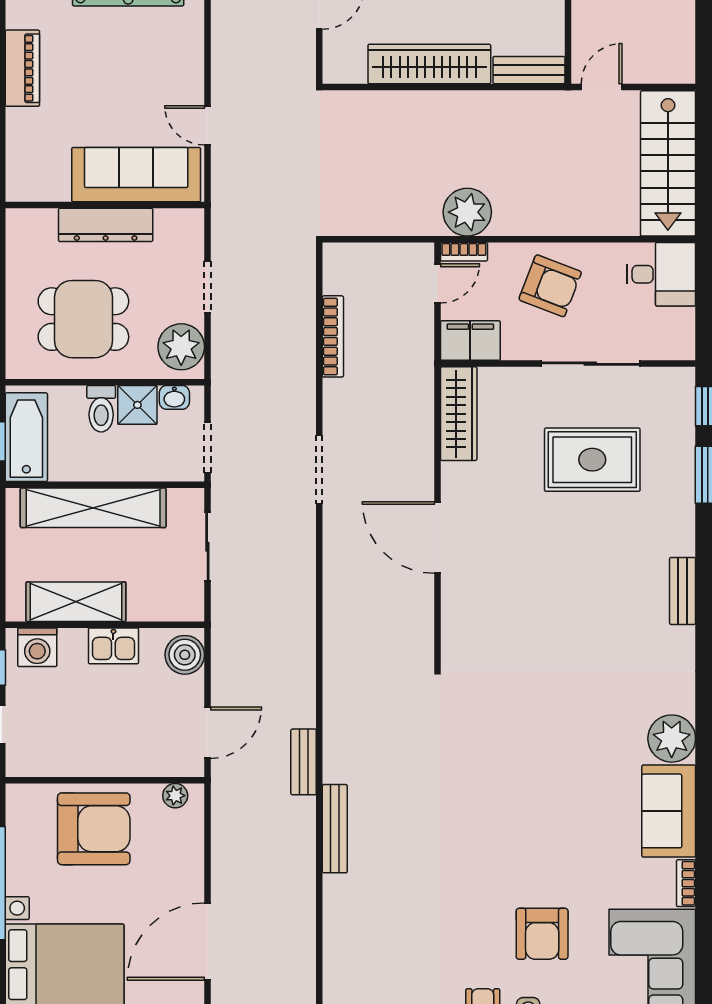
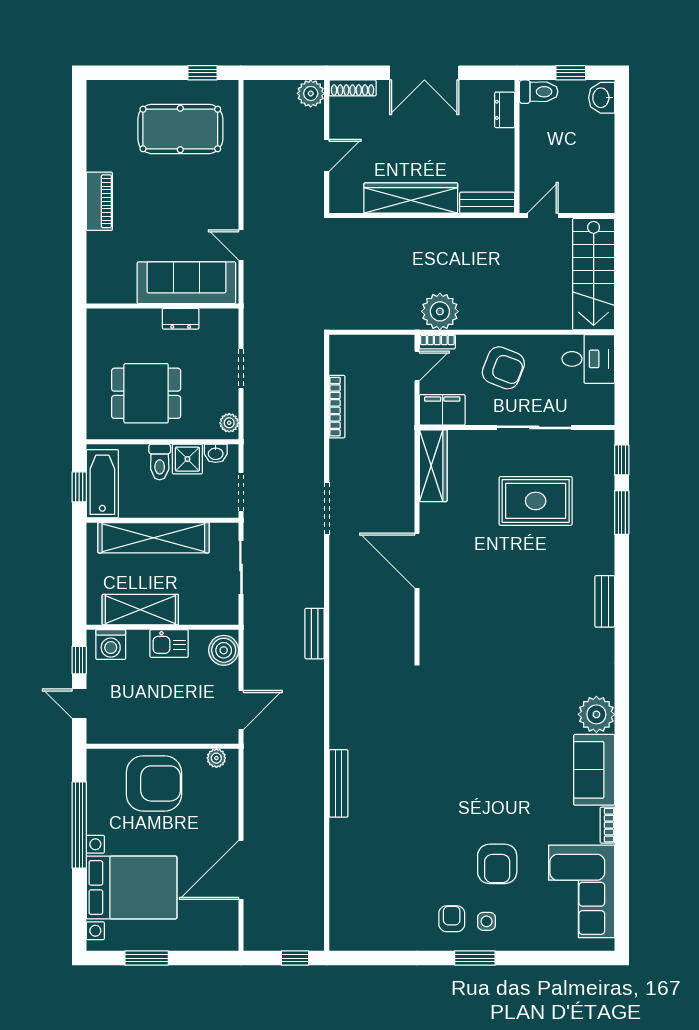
dresser: (106, 225) -> (181, 319), width x0.51, depth x0.80
plant: (181, 347) -> (229, 423), width x0.53, depth x0.53
bench: (304, 762) -> (315, 634), moved

